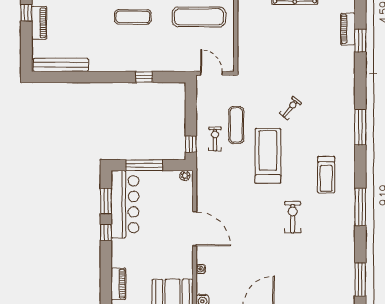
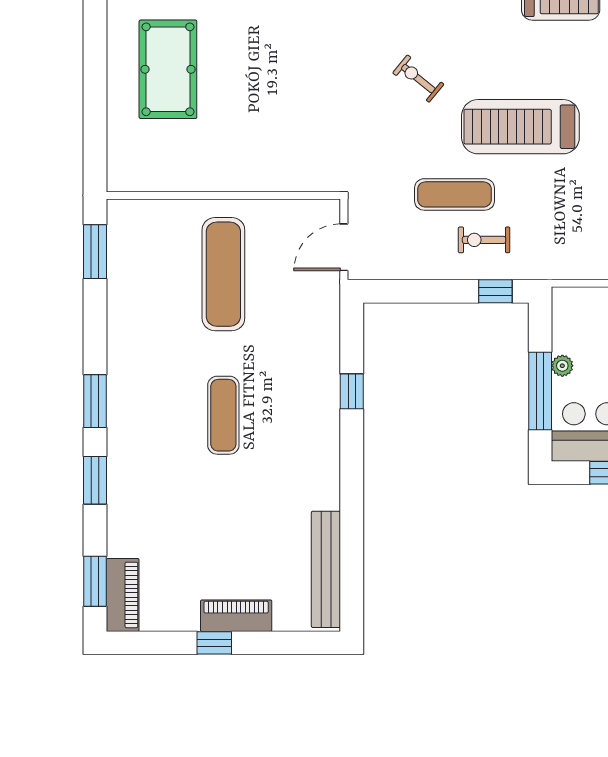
plant: (185, 176) -> (562, 366), moved

